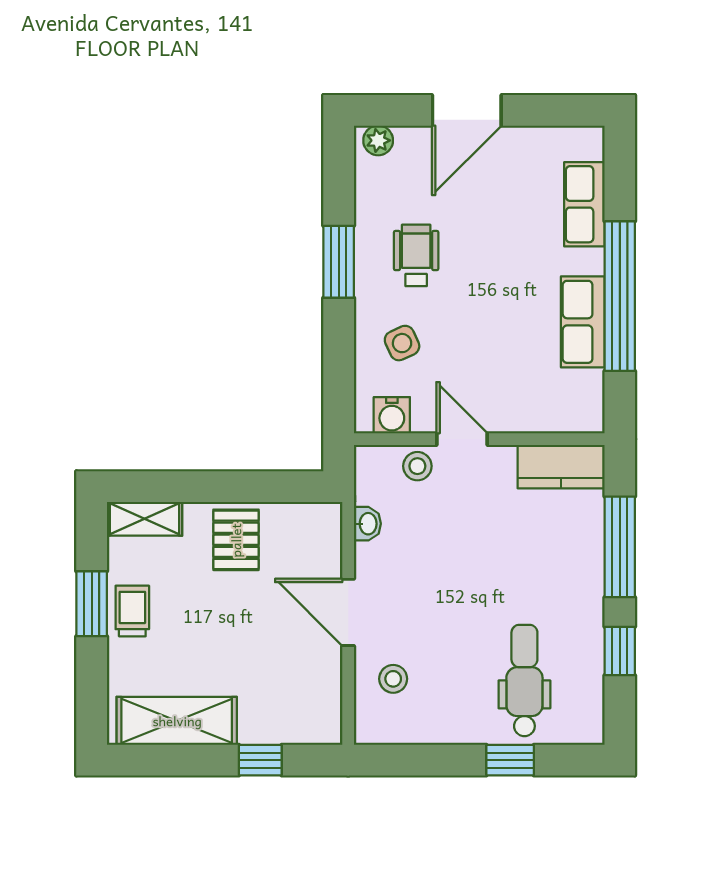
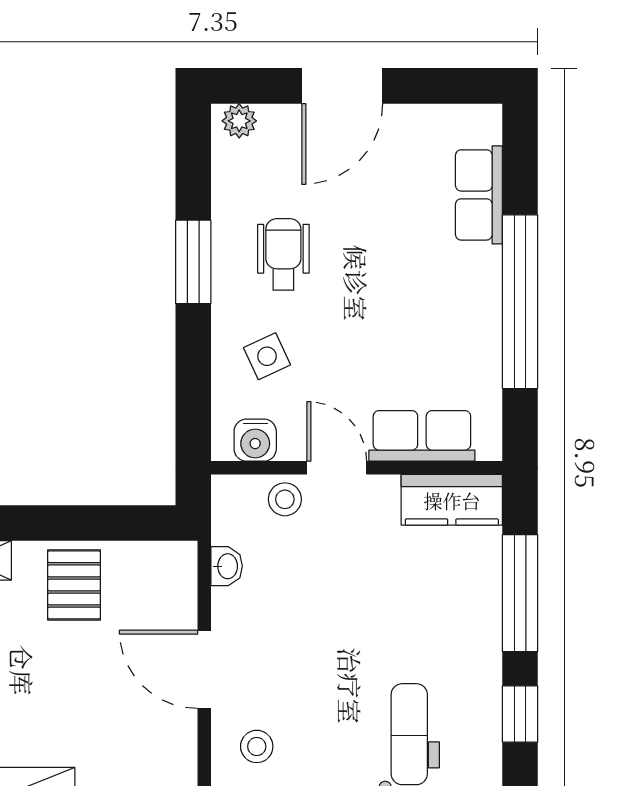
row of seats: (583, 322) -> (422, 436), moved, turned 90

